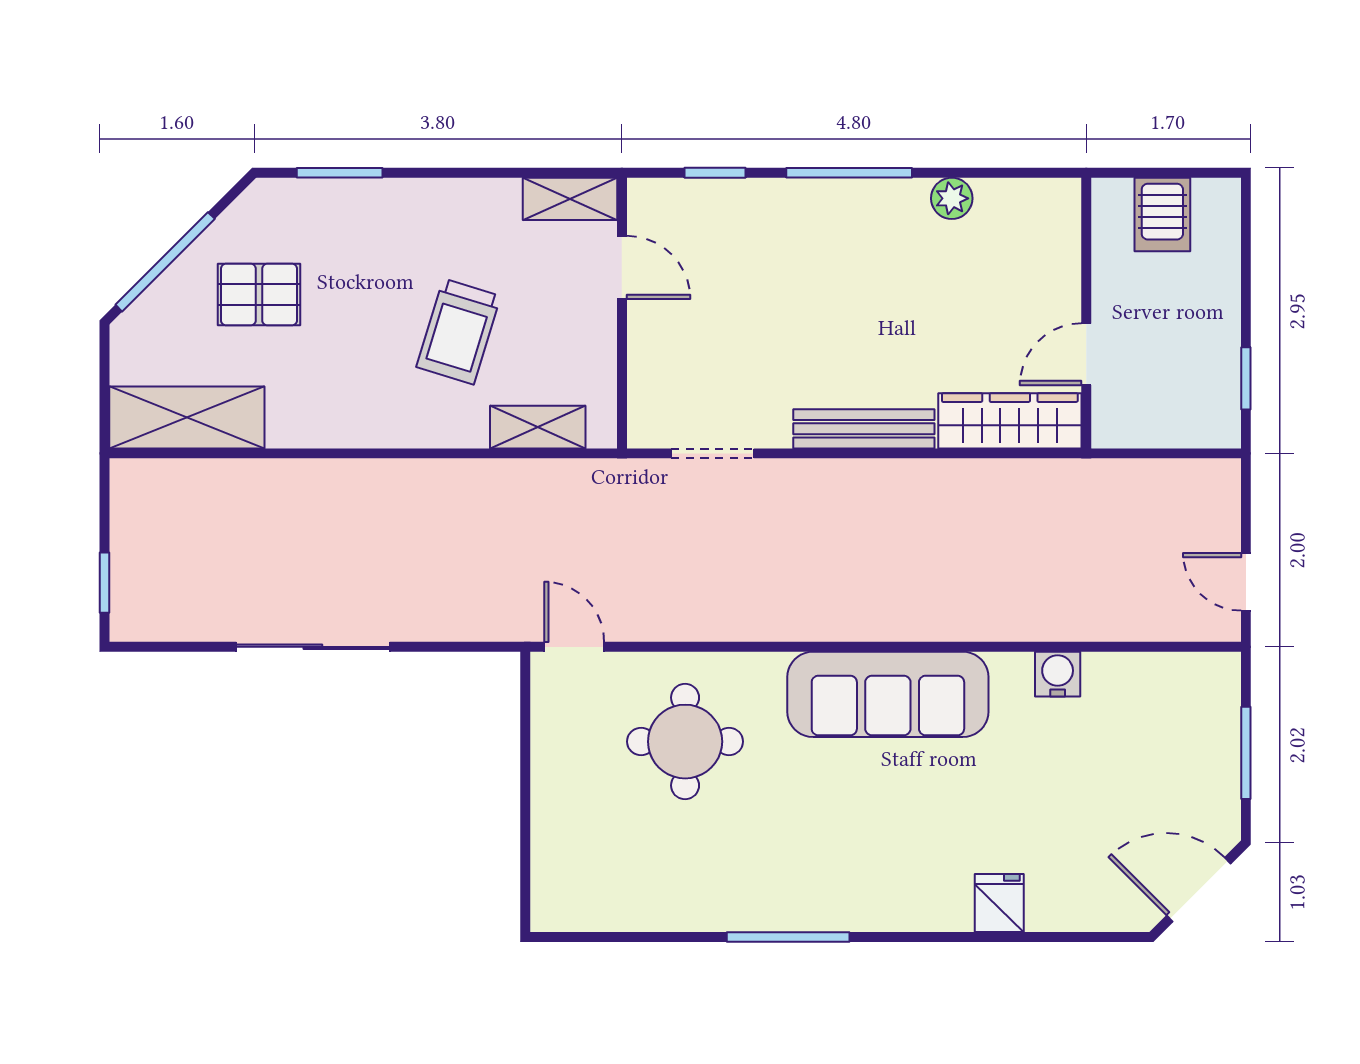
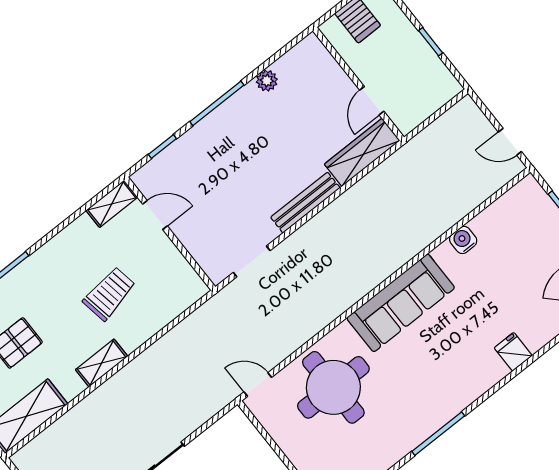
trolley: (459, 331) -> (109, 294), turned -117
window: (1246, 378) -> (431, 42), moved
shelving: (538, 427) -> (102, 363), moved
round table: (685, 742) -> (333, 387), width x1.36, depth x1.36

